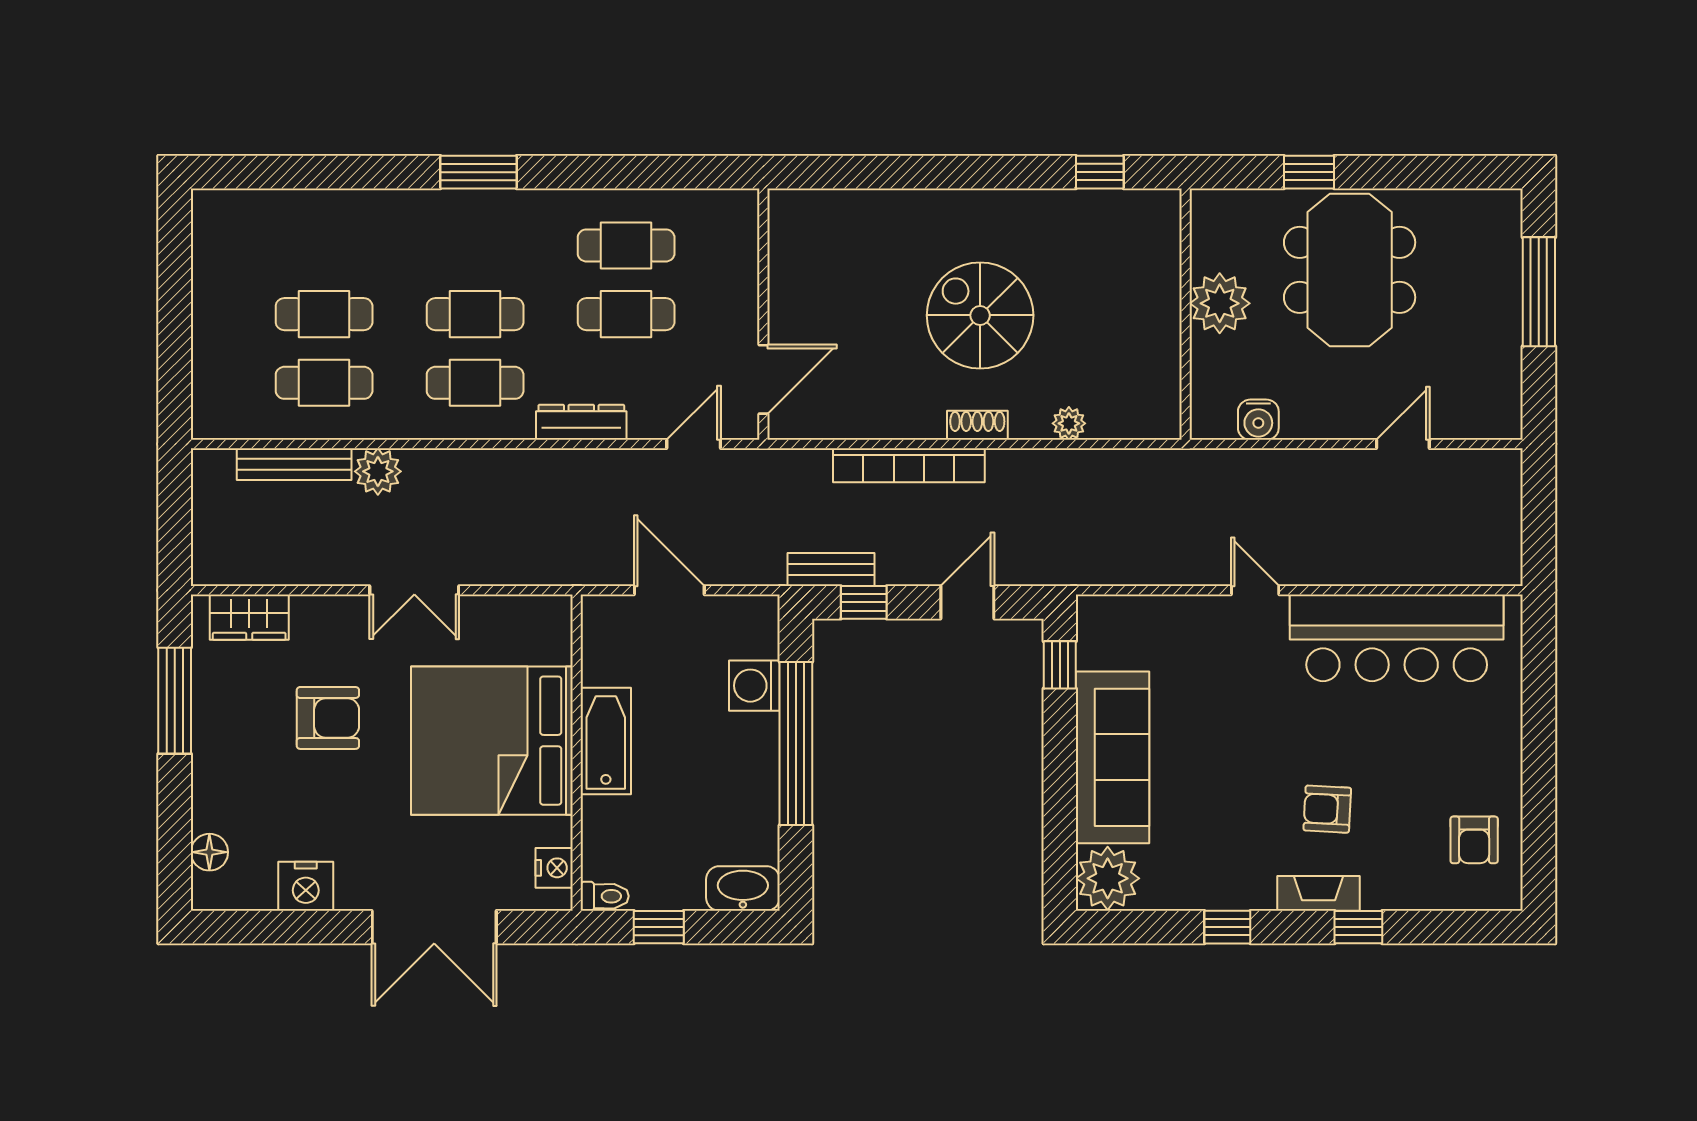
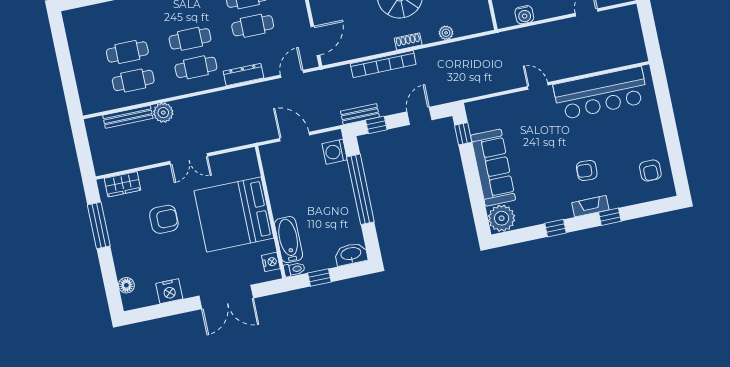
washing machine: (754, 686) -> (335, 152), moved
bathtub: (606, 741) -> (289, 240), moved

